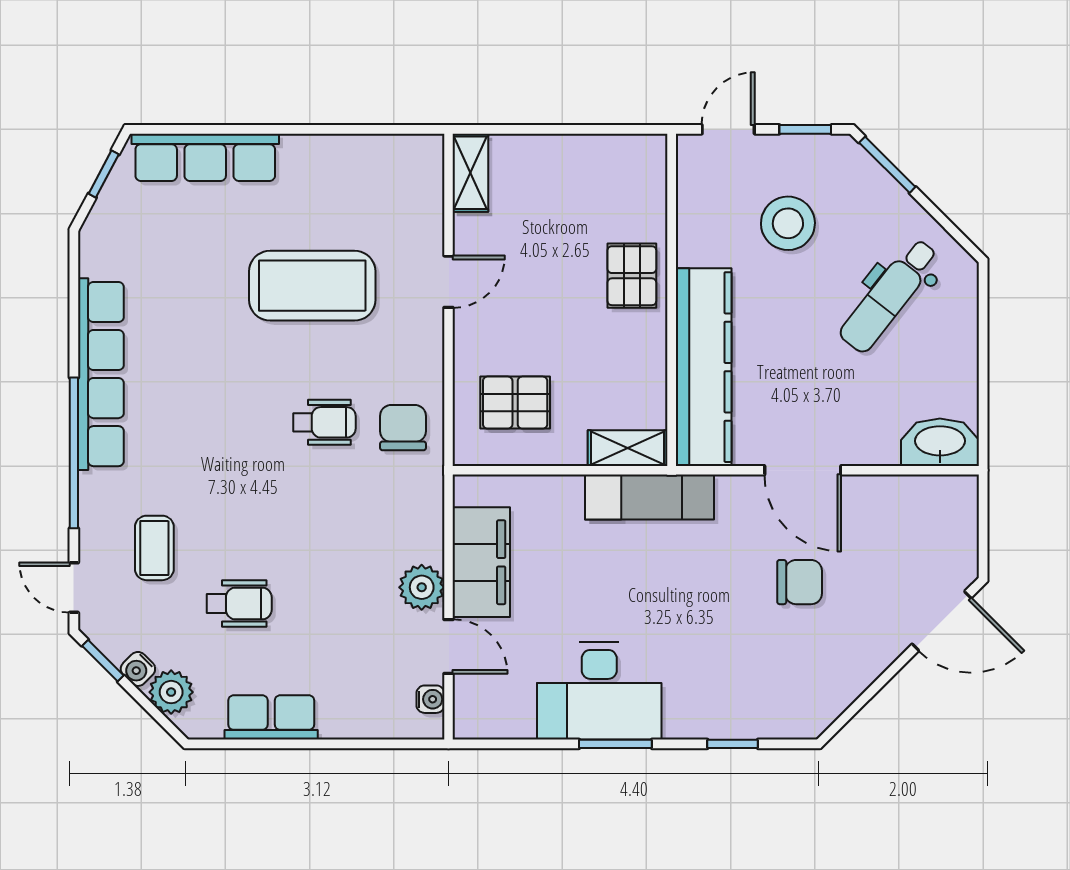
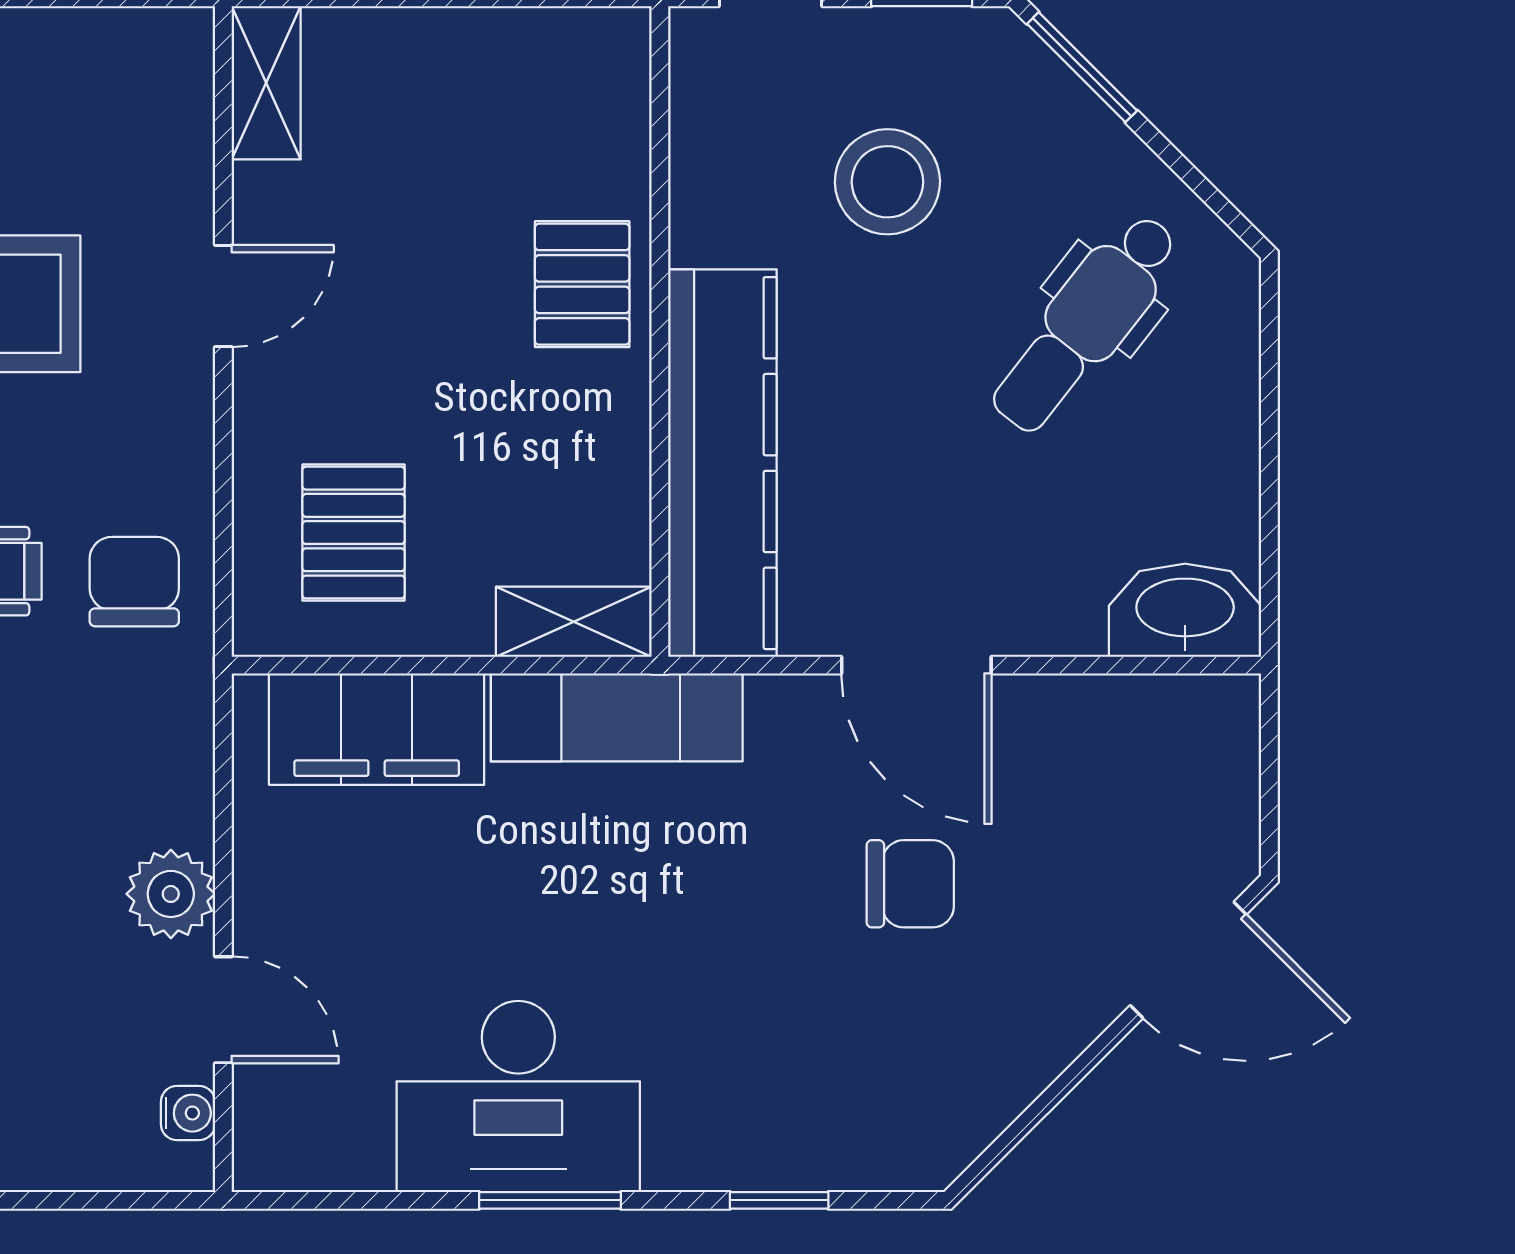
pallet: (515, 403) -> (354, 533), turned 90
filing cabinet: (481, 562) -> (377, 729), moved, turned 90

